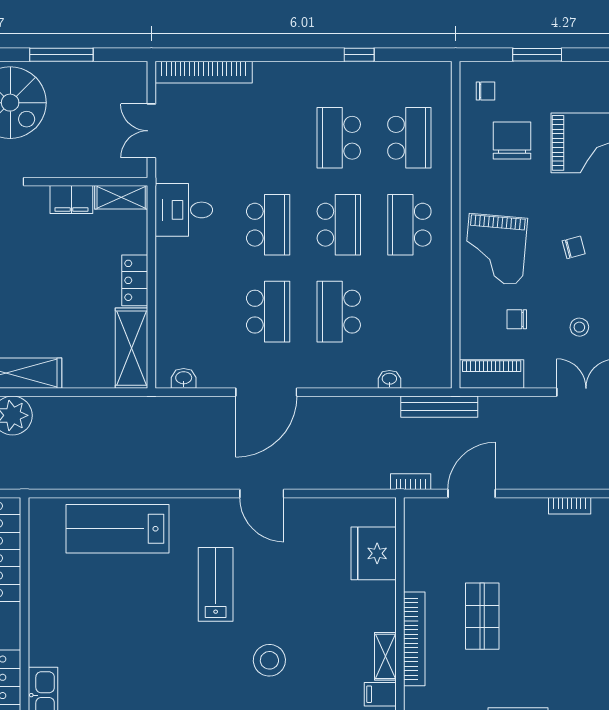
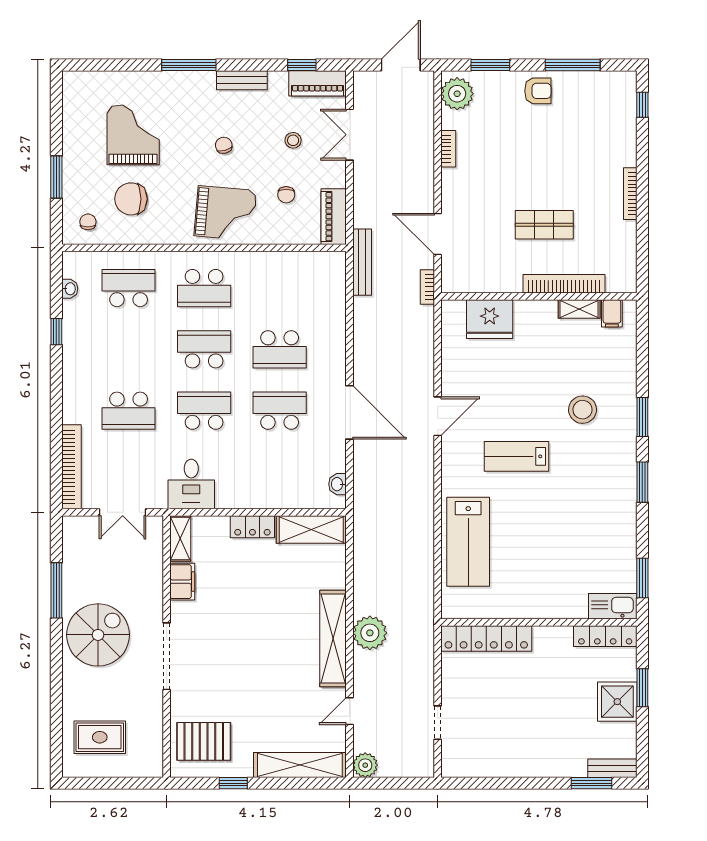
school desk: (339, 138) -> (129, 411), moved
washbasin: (389, 379) -> (70, 289), moved, turned 180

